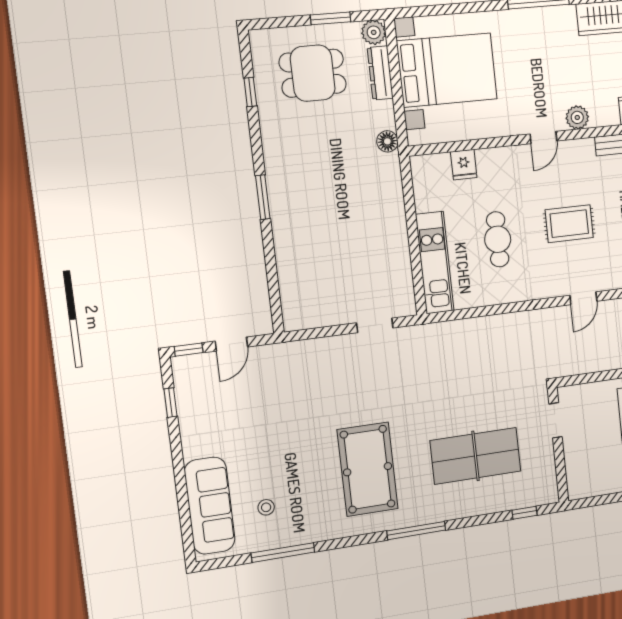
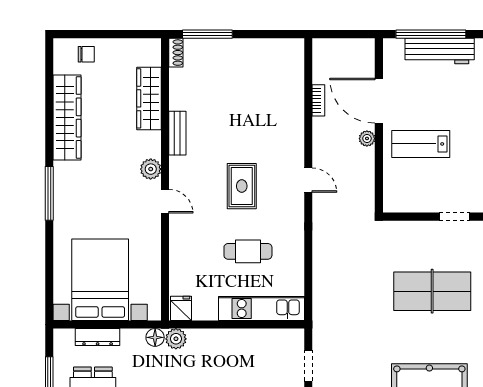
plant: (374, 32) -> (176, 339), moved
fridge: (464, 165) -> (181, 308), moved, turned -90
doorway: (556, 420) -> (455, 217), moved
table tennis table: (476, 456) -> (432, 291), turned 90

